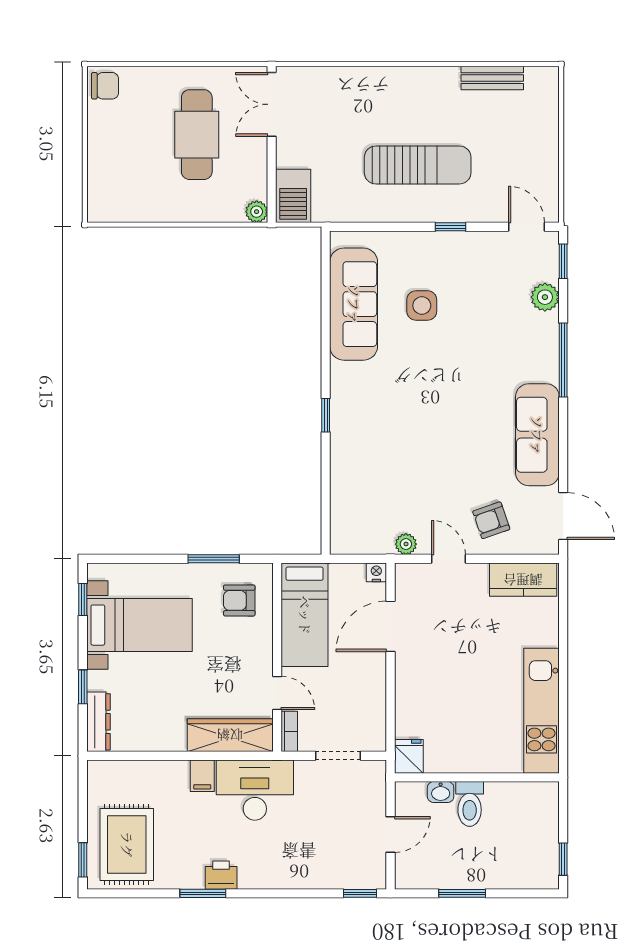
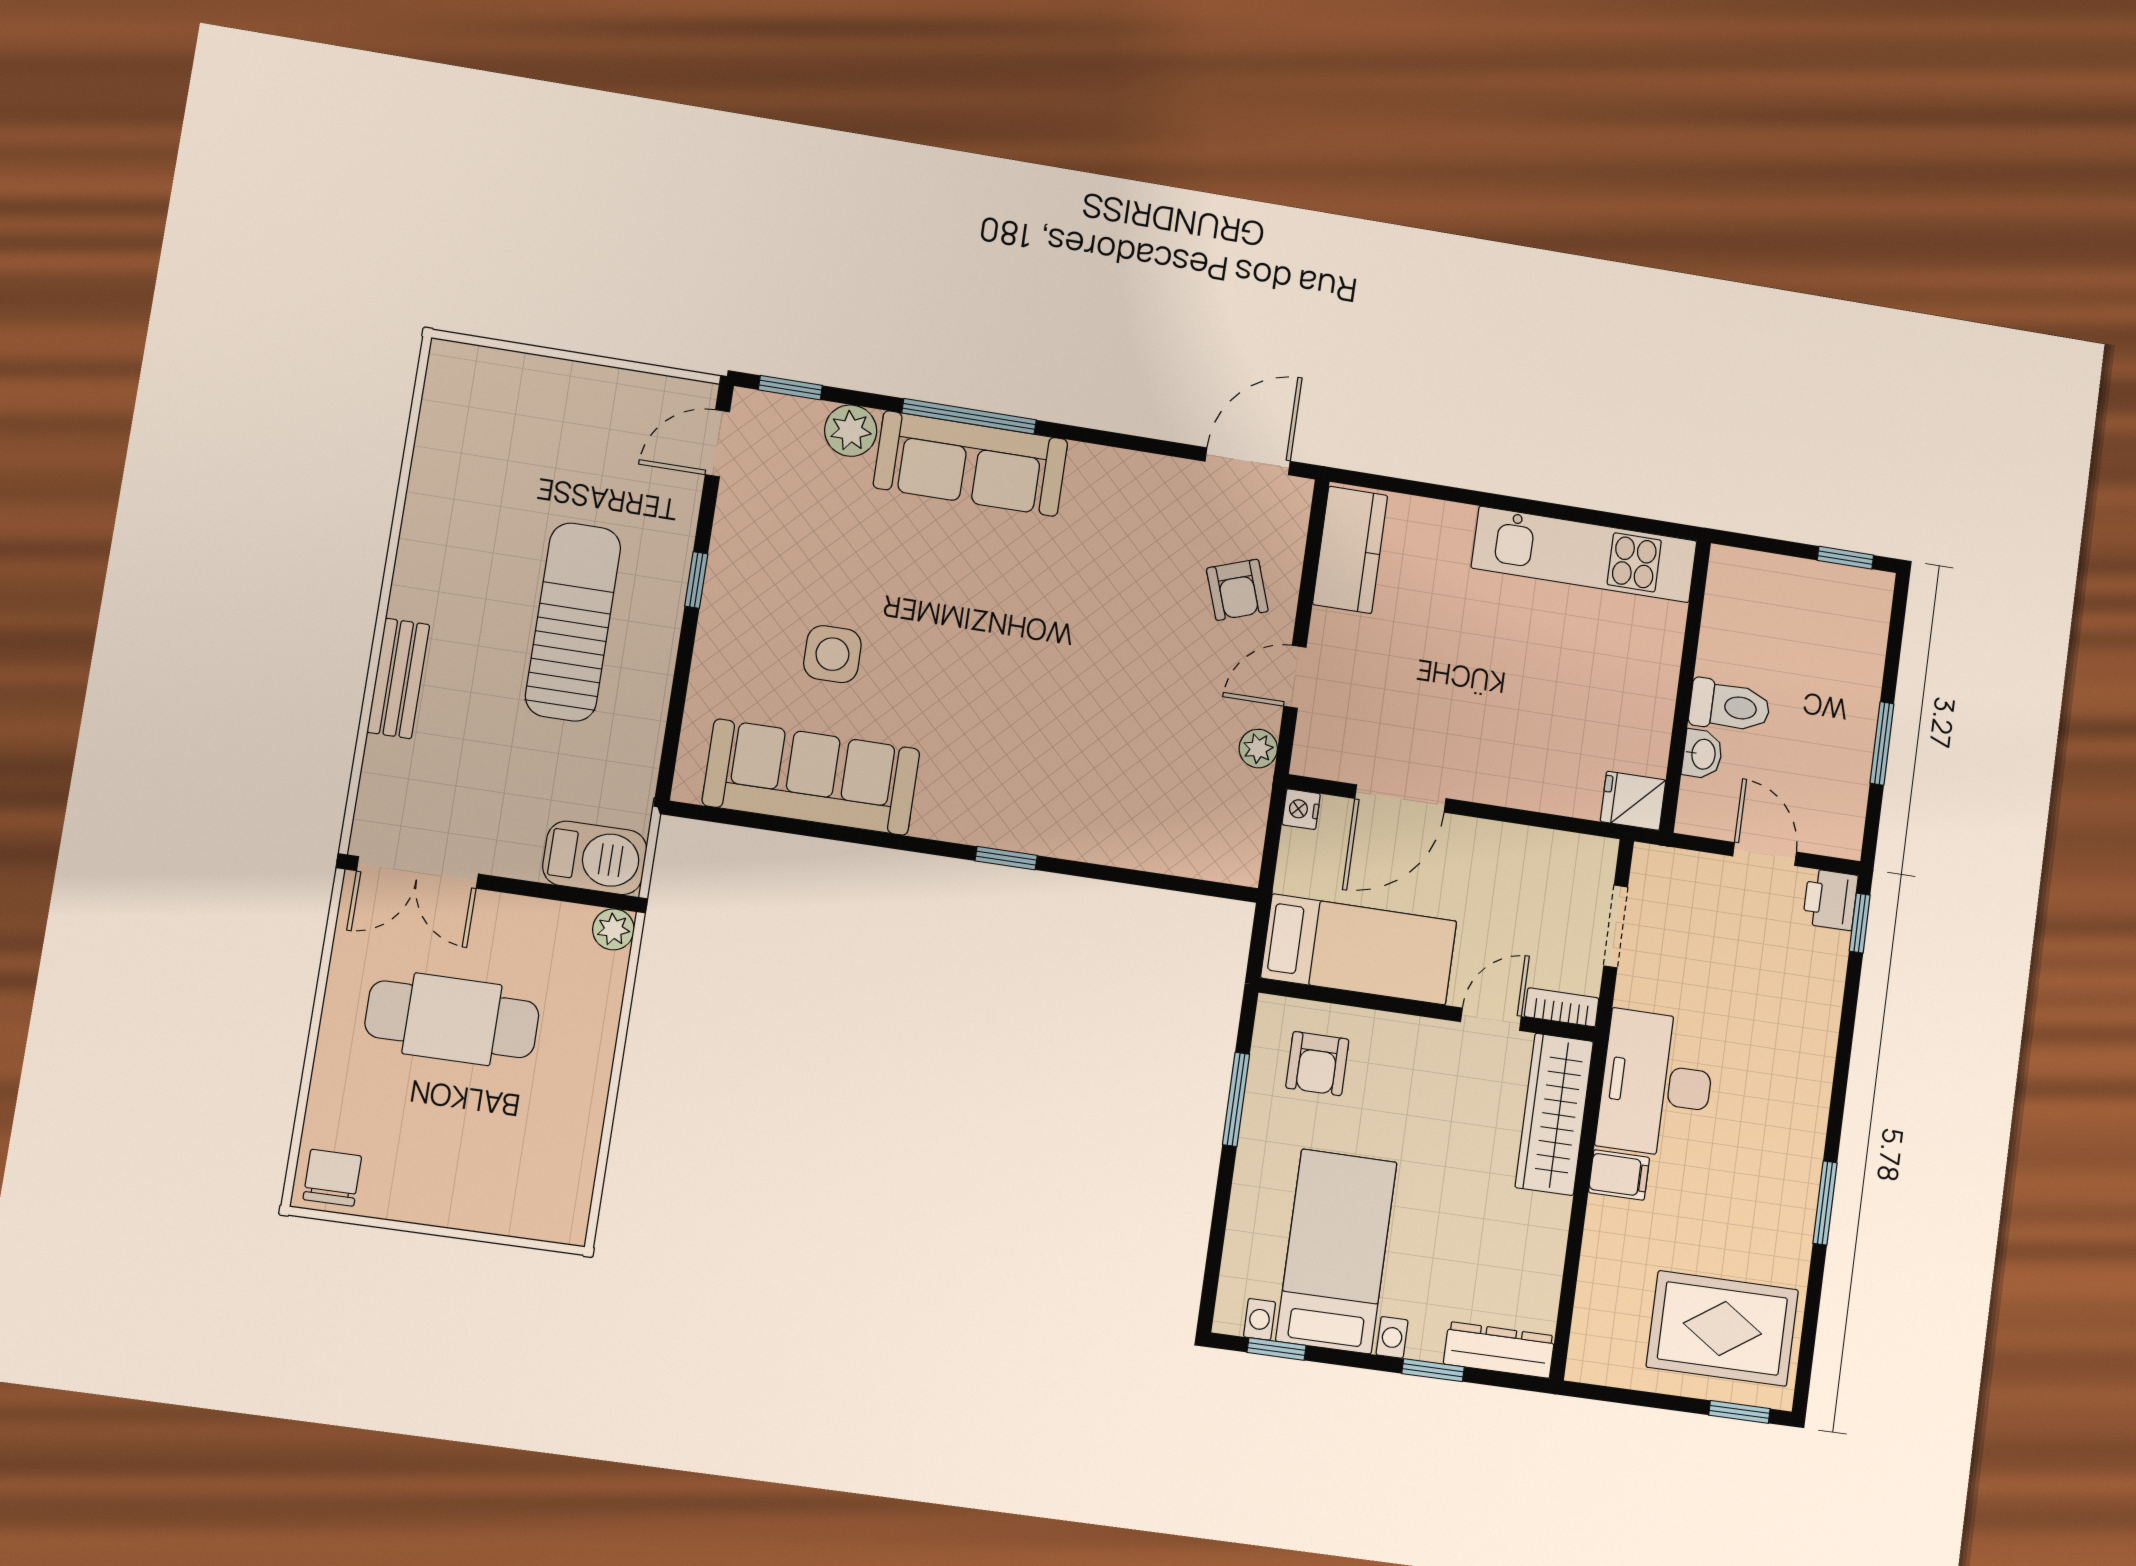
bench: (492, 78) -> (398, 678), moved
sofa: (537, 435) -> (971, 464), moved
door: (390, 626) -> (1400, 799), hinge flipped
printer: (221, 875) -> (1830, 900), moved

